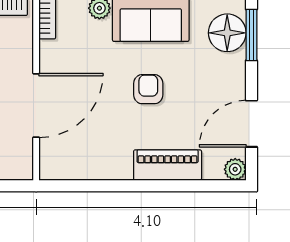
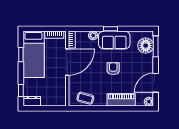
door: (36, 105) -> (67, 62), moved
coffee table: (80, 161) -> (85, 98), added

